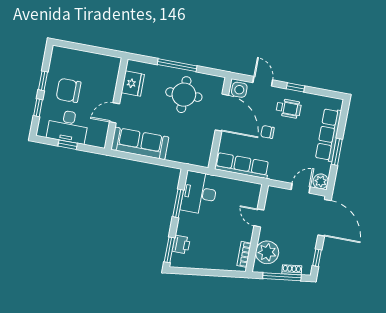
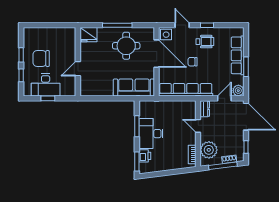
fridge: (133, 84) -> (88, 35), moved, turned 90
sofa: (140, 143) -> (134, 87), moved
row of seats: (242, 166) -> (186, 90), width x1.36
desk: (199, 193) -> (151, 134), moved
dresser: (272, 197) -> (205, 109), added

